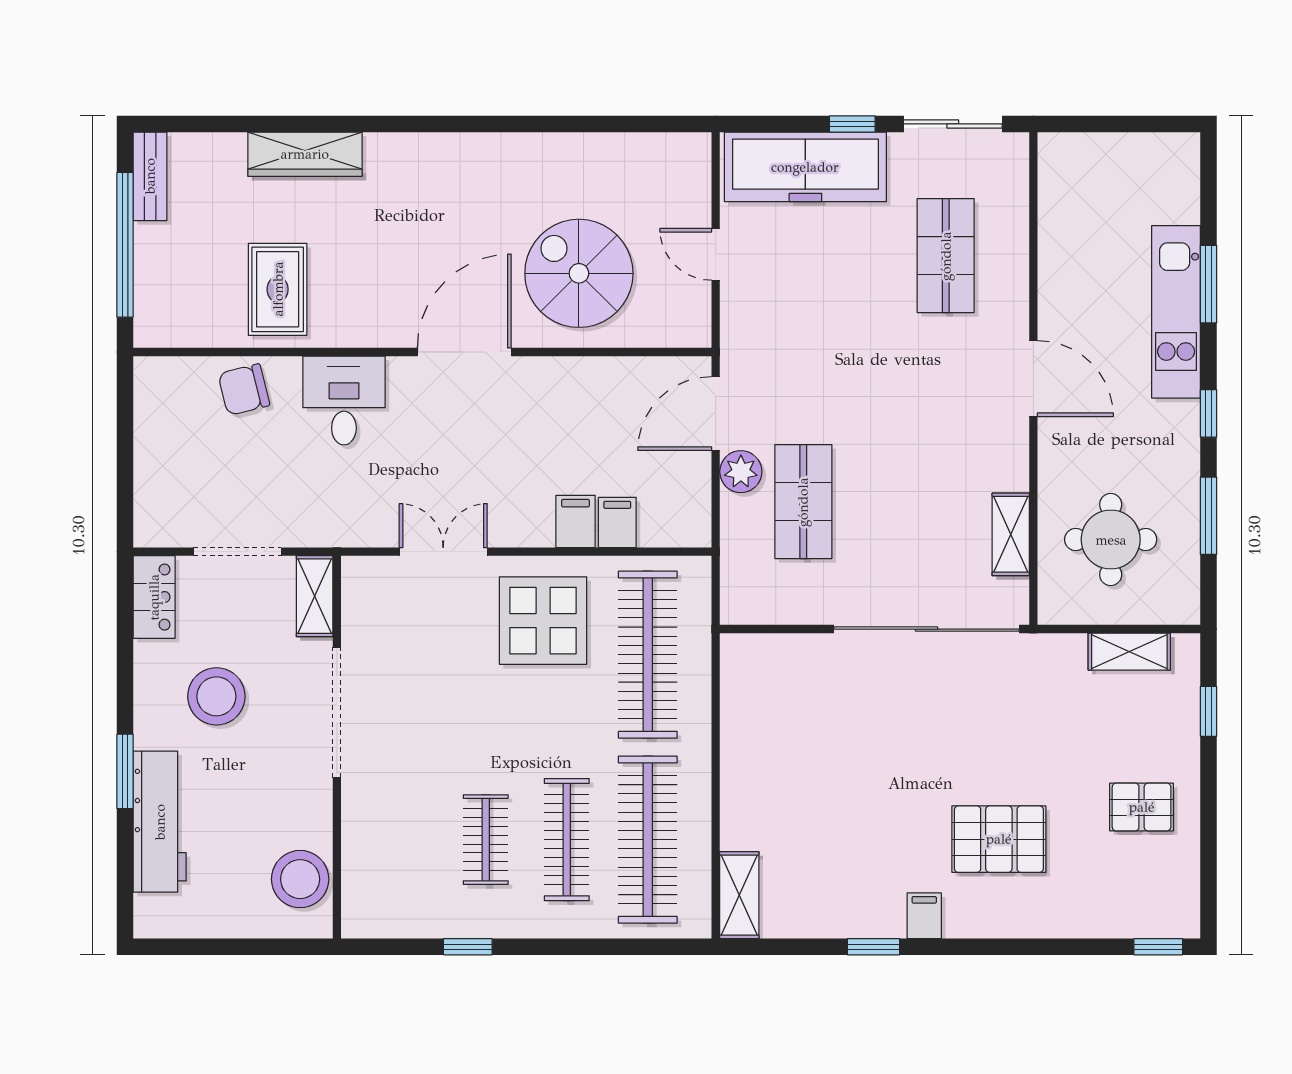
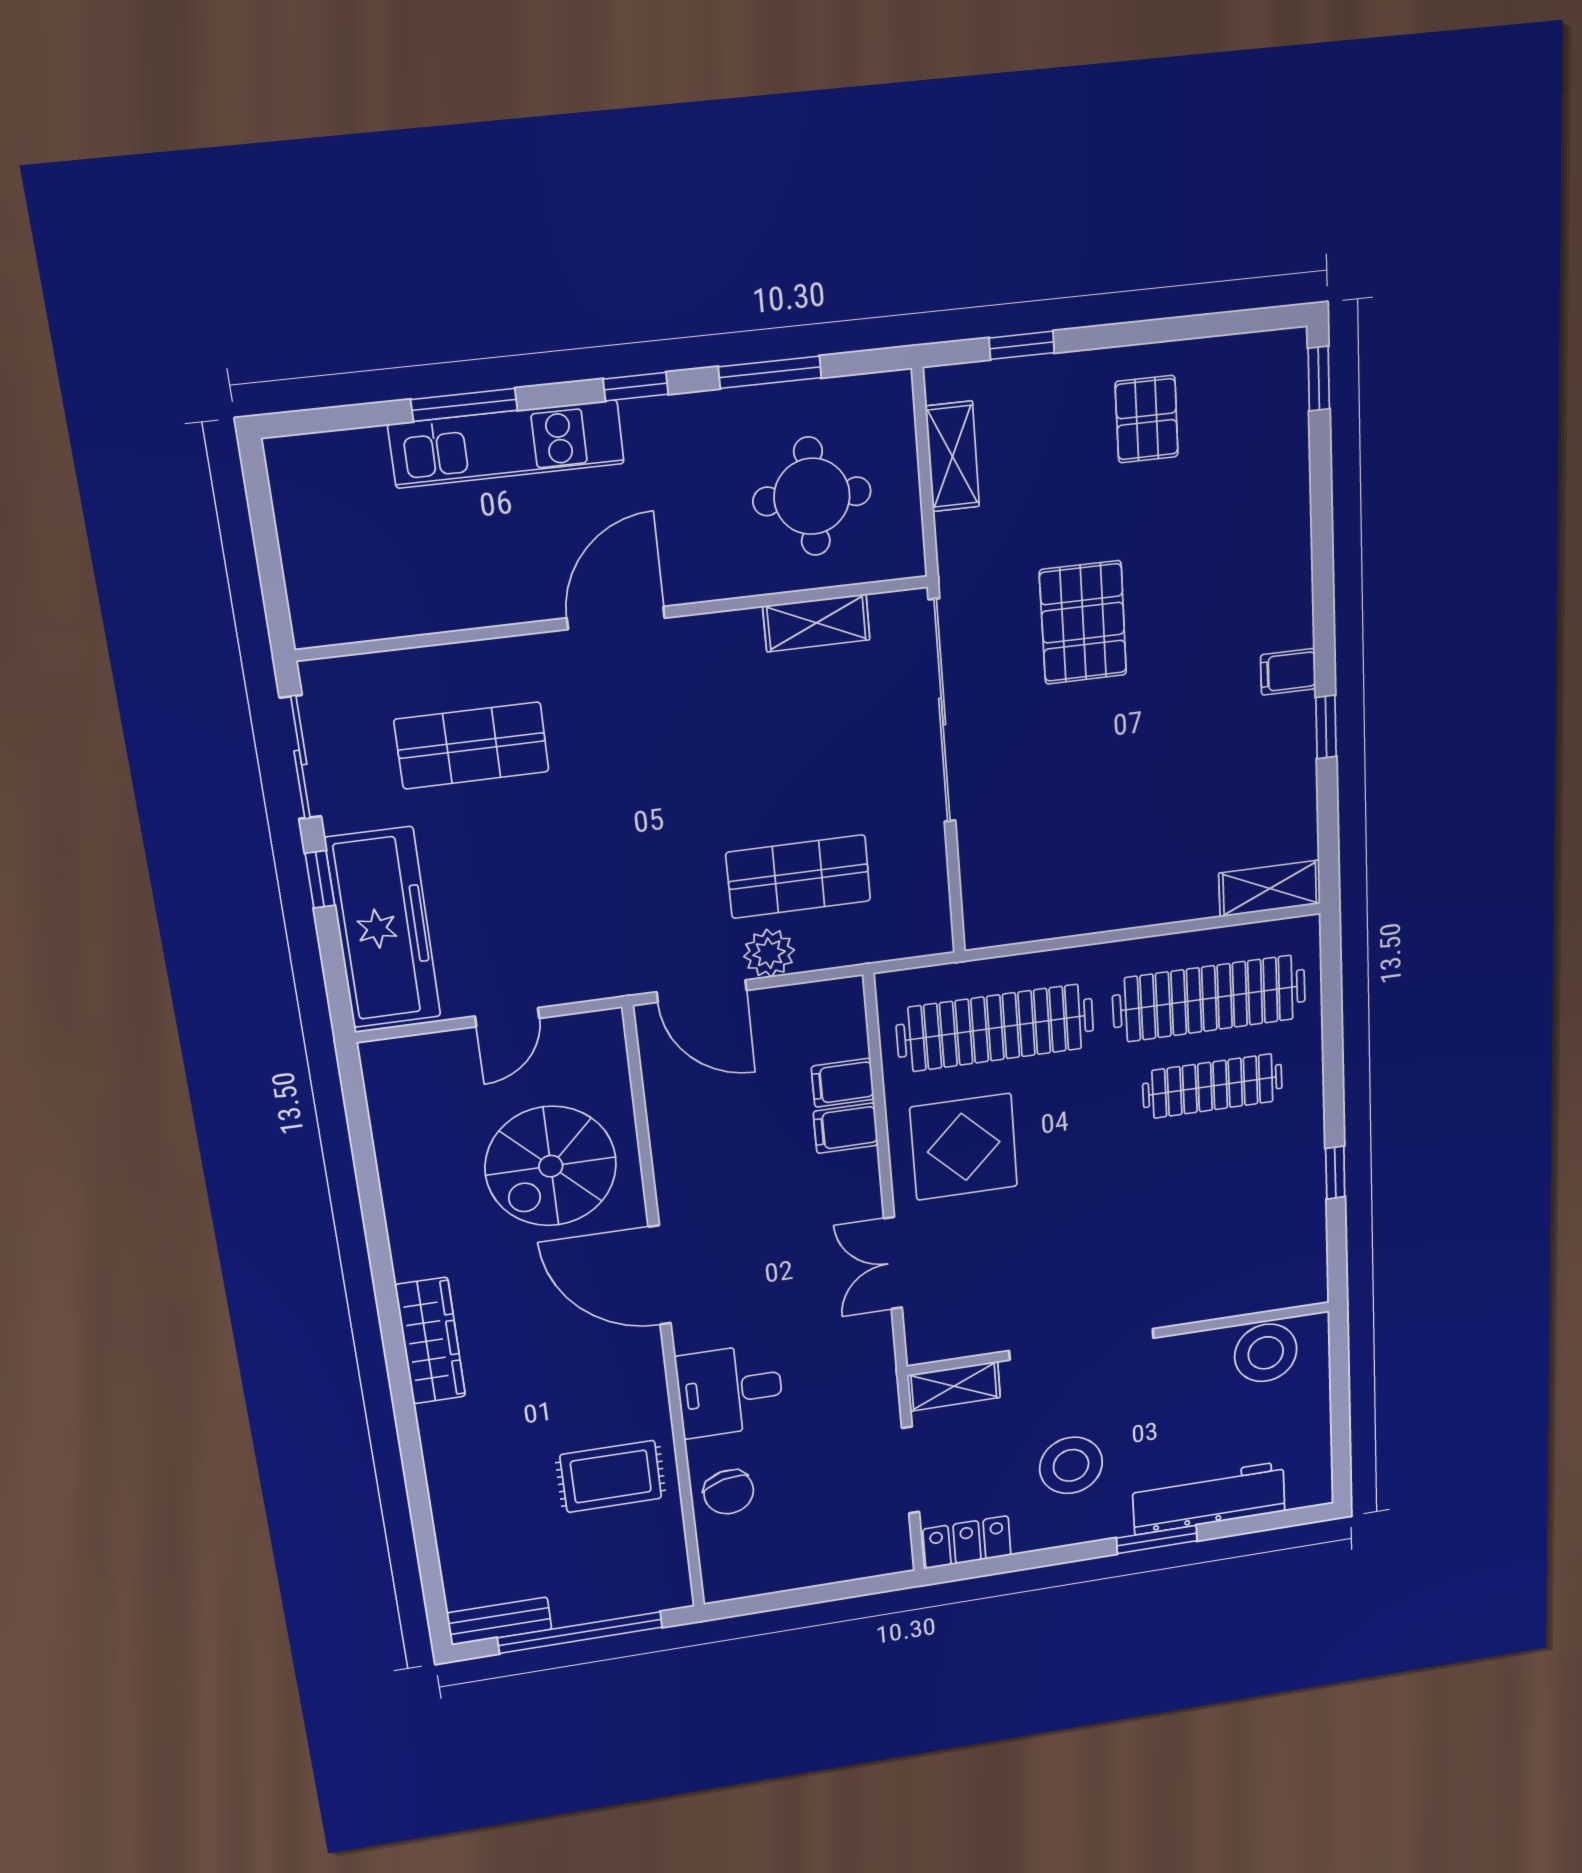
wardrobe: (305, 154) -> (430, 1341), moved
pallet: (999, 839) -> (1083, 623), moved
clothes rail: (486, 840) -> (1216, 1171), removed

